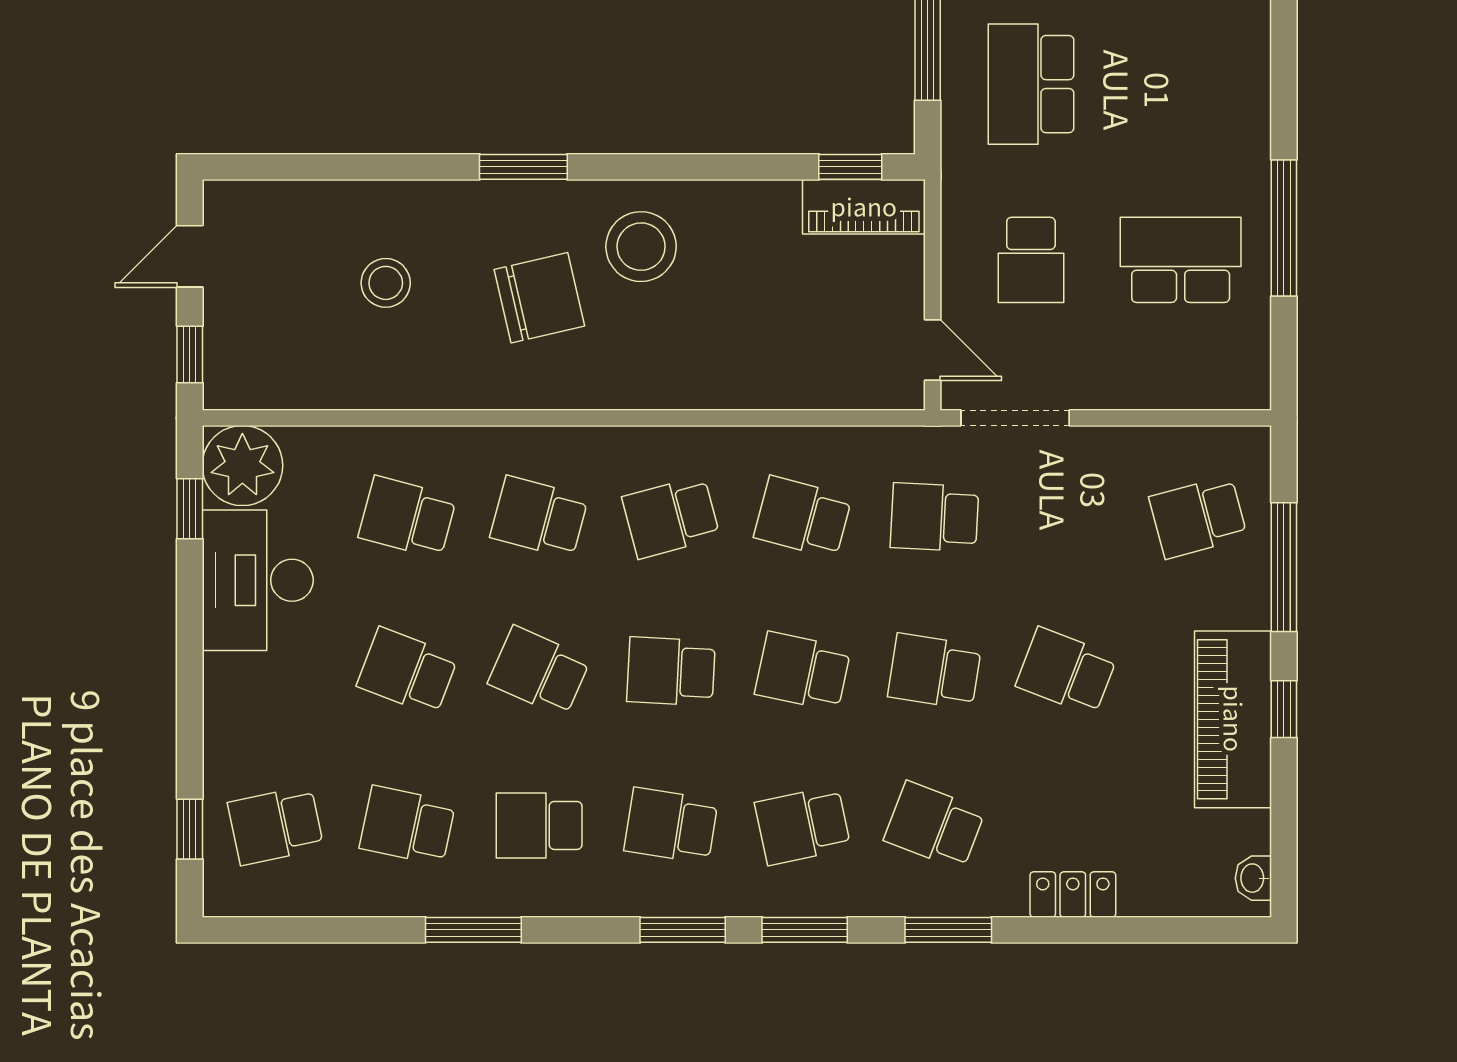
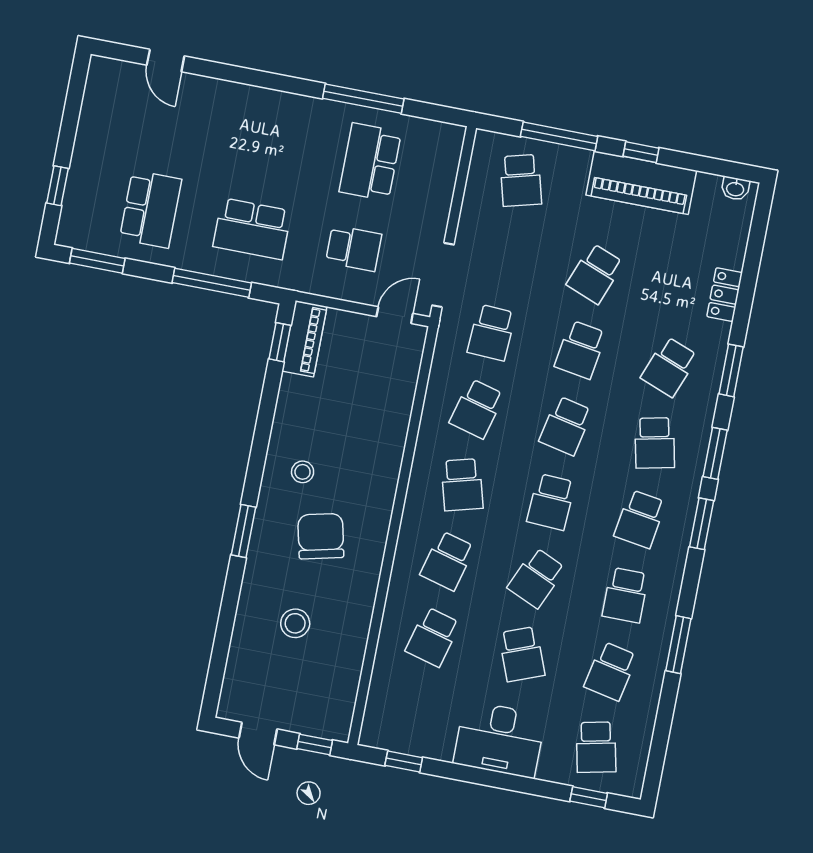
stool: (641, 247) -> (303, 472), width x0.53, depth x0.53
plant: (242, 466) -> (385, 726), removed
desk: (258, 580) -> (499, 739), moved
school desk: (407, 671) -> (522, 654), turned -42

